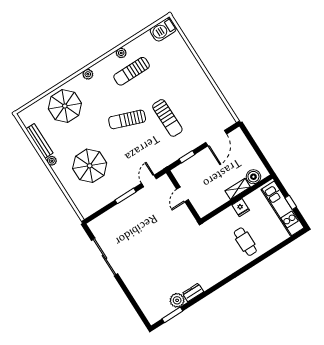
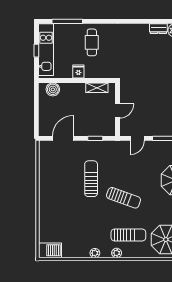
sun lounger: (132, 71) -> (128, 235), moved
plant: (88, 74) -> (117, 253), moved
shelving: (238, 189) -> (97, 88), moved
window: (280, 247) -> (67, 21), added

